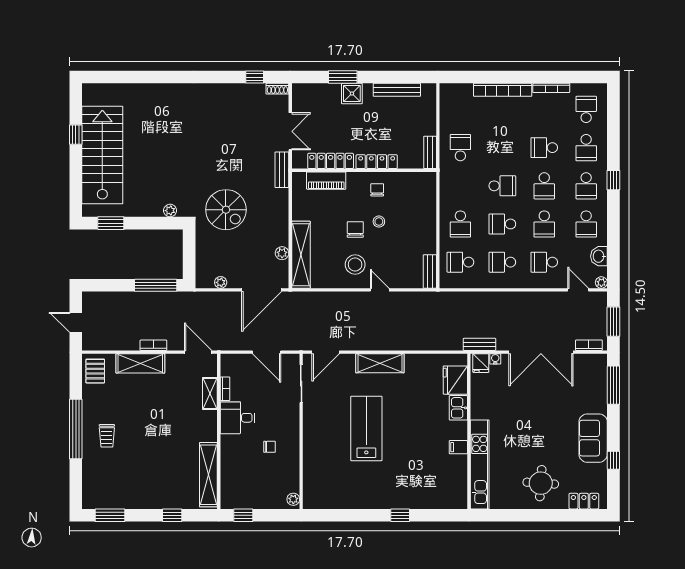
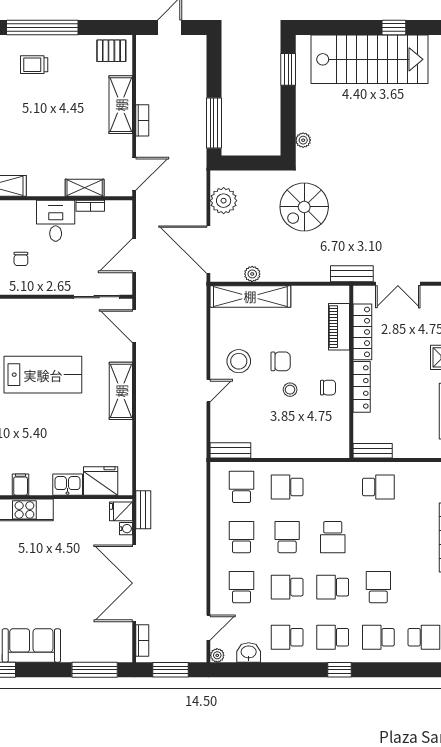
plant: (221, 282) -> (224, 201), width x1.88, depth x1.88

